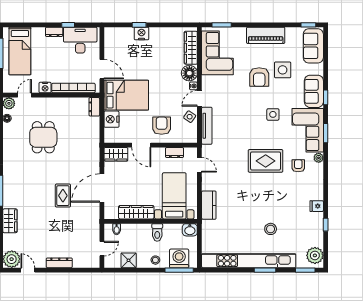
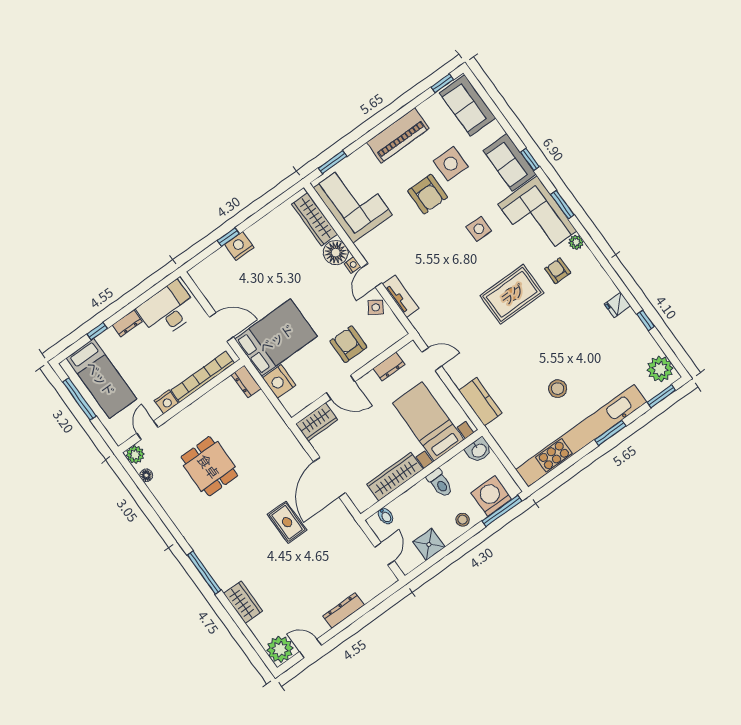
window: (68, 25) -> (97, 331), moved
tv unit: (207, 126) -> (401, 296), width x0.71
stool: (271, 229) -> (558, 389), moved

